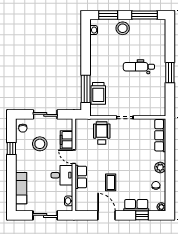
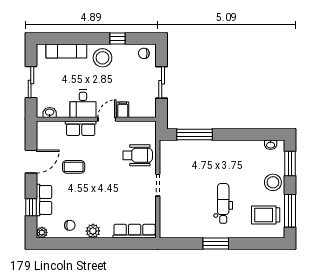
trolley: (98, 93) -> (266, 215), moved
filing cabinet: (67, 140) -> (123, 110), width x0.50
stool: (40, 144) -> (102, 58), moved

